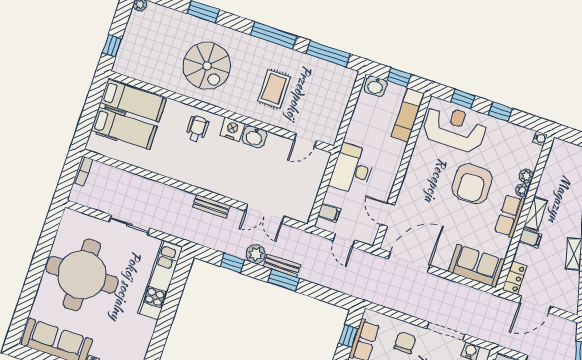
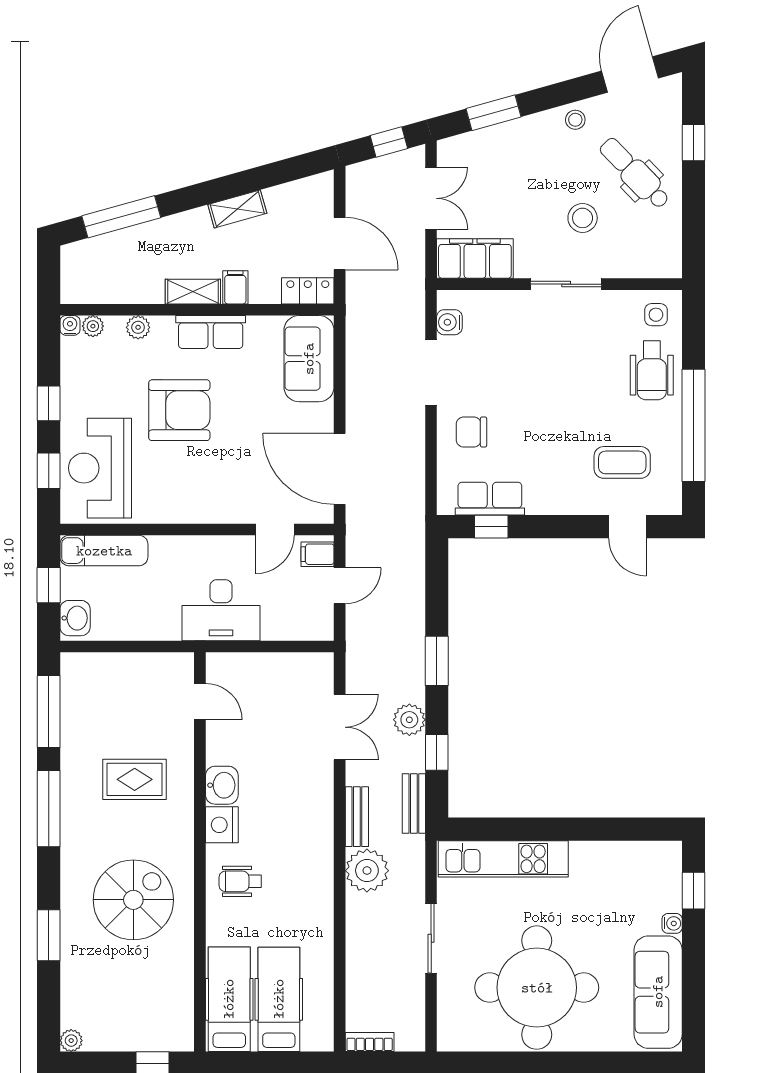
plant: (522, 190) -> (93, 326), moved
plant: (179, 202) -> (367, 871), added
filing cabinet: (329, 213) -> (318, 554), moved, turned -90
bench: (282, 266) -> (414, 803), moved

